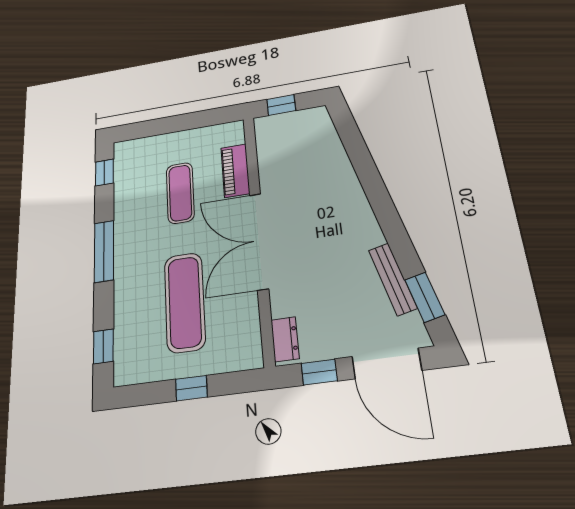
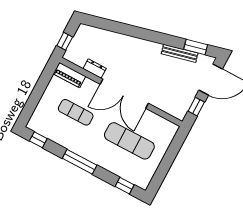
piano: (235, 171) -> (69, 75), moved
dresser: (285, 339) -> (95, 69), moved
window: (191, 388) -> (168, 160), removed

